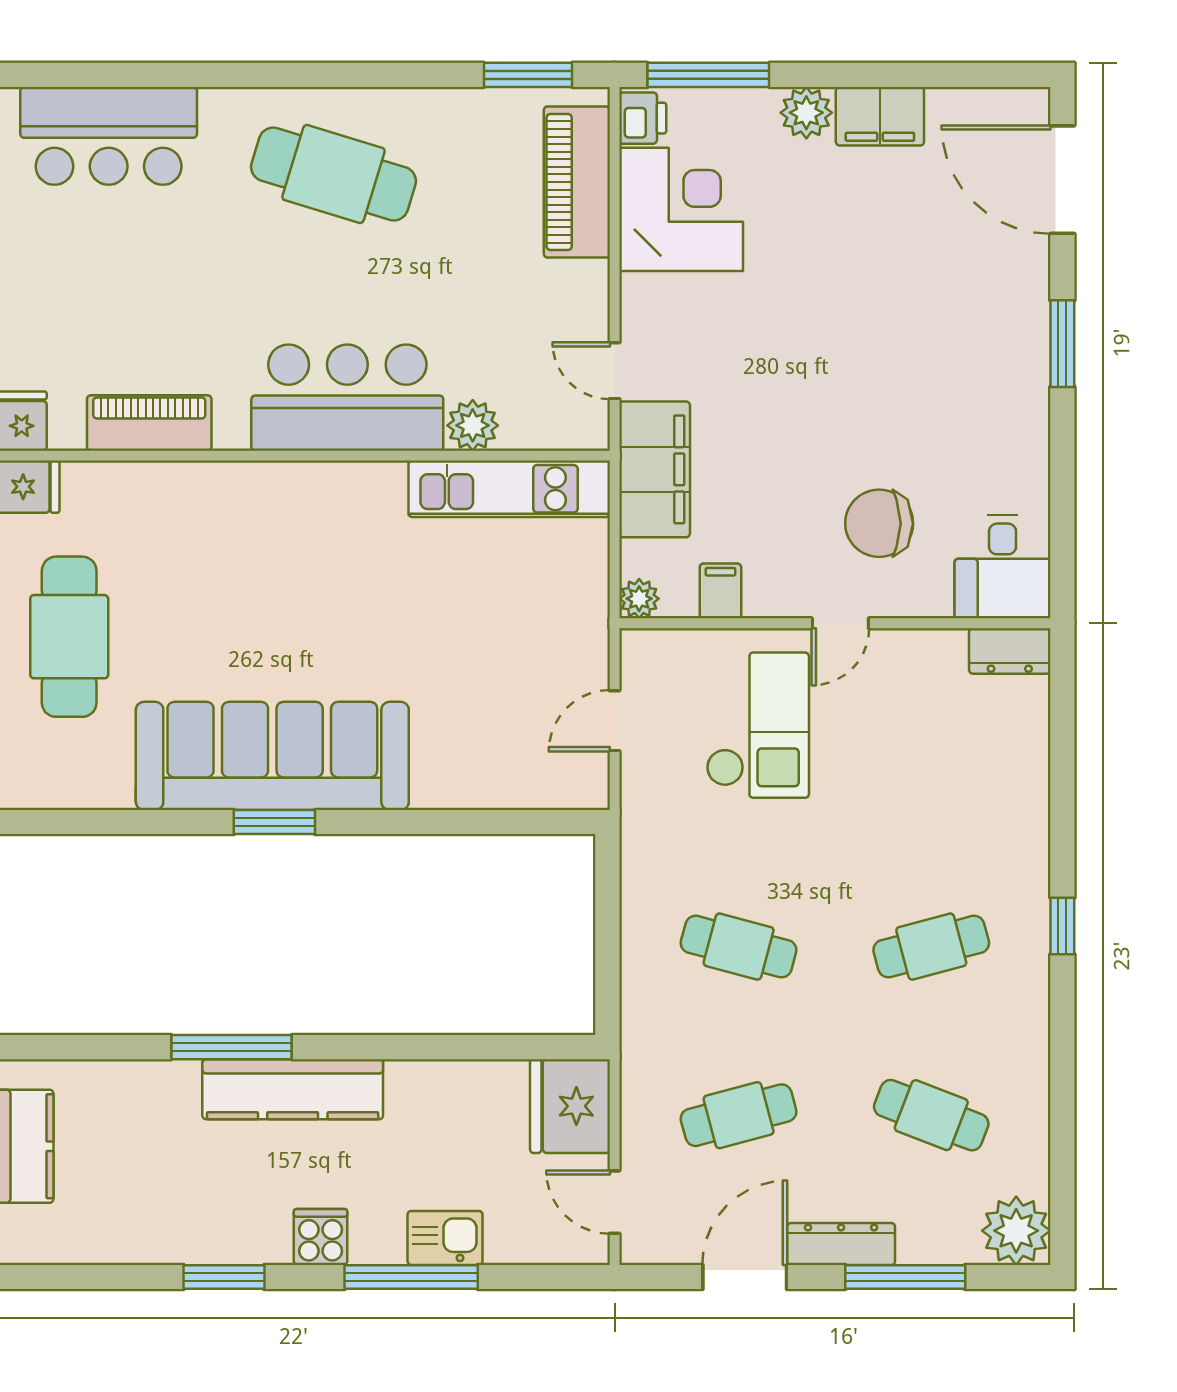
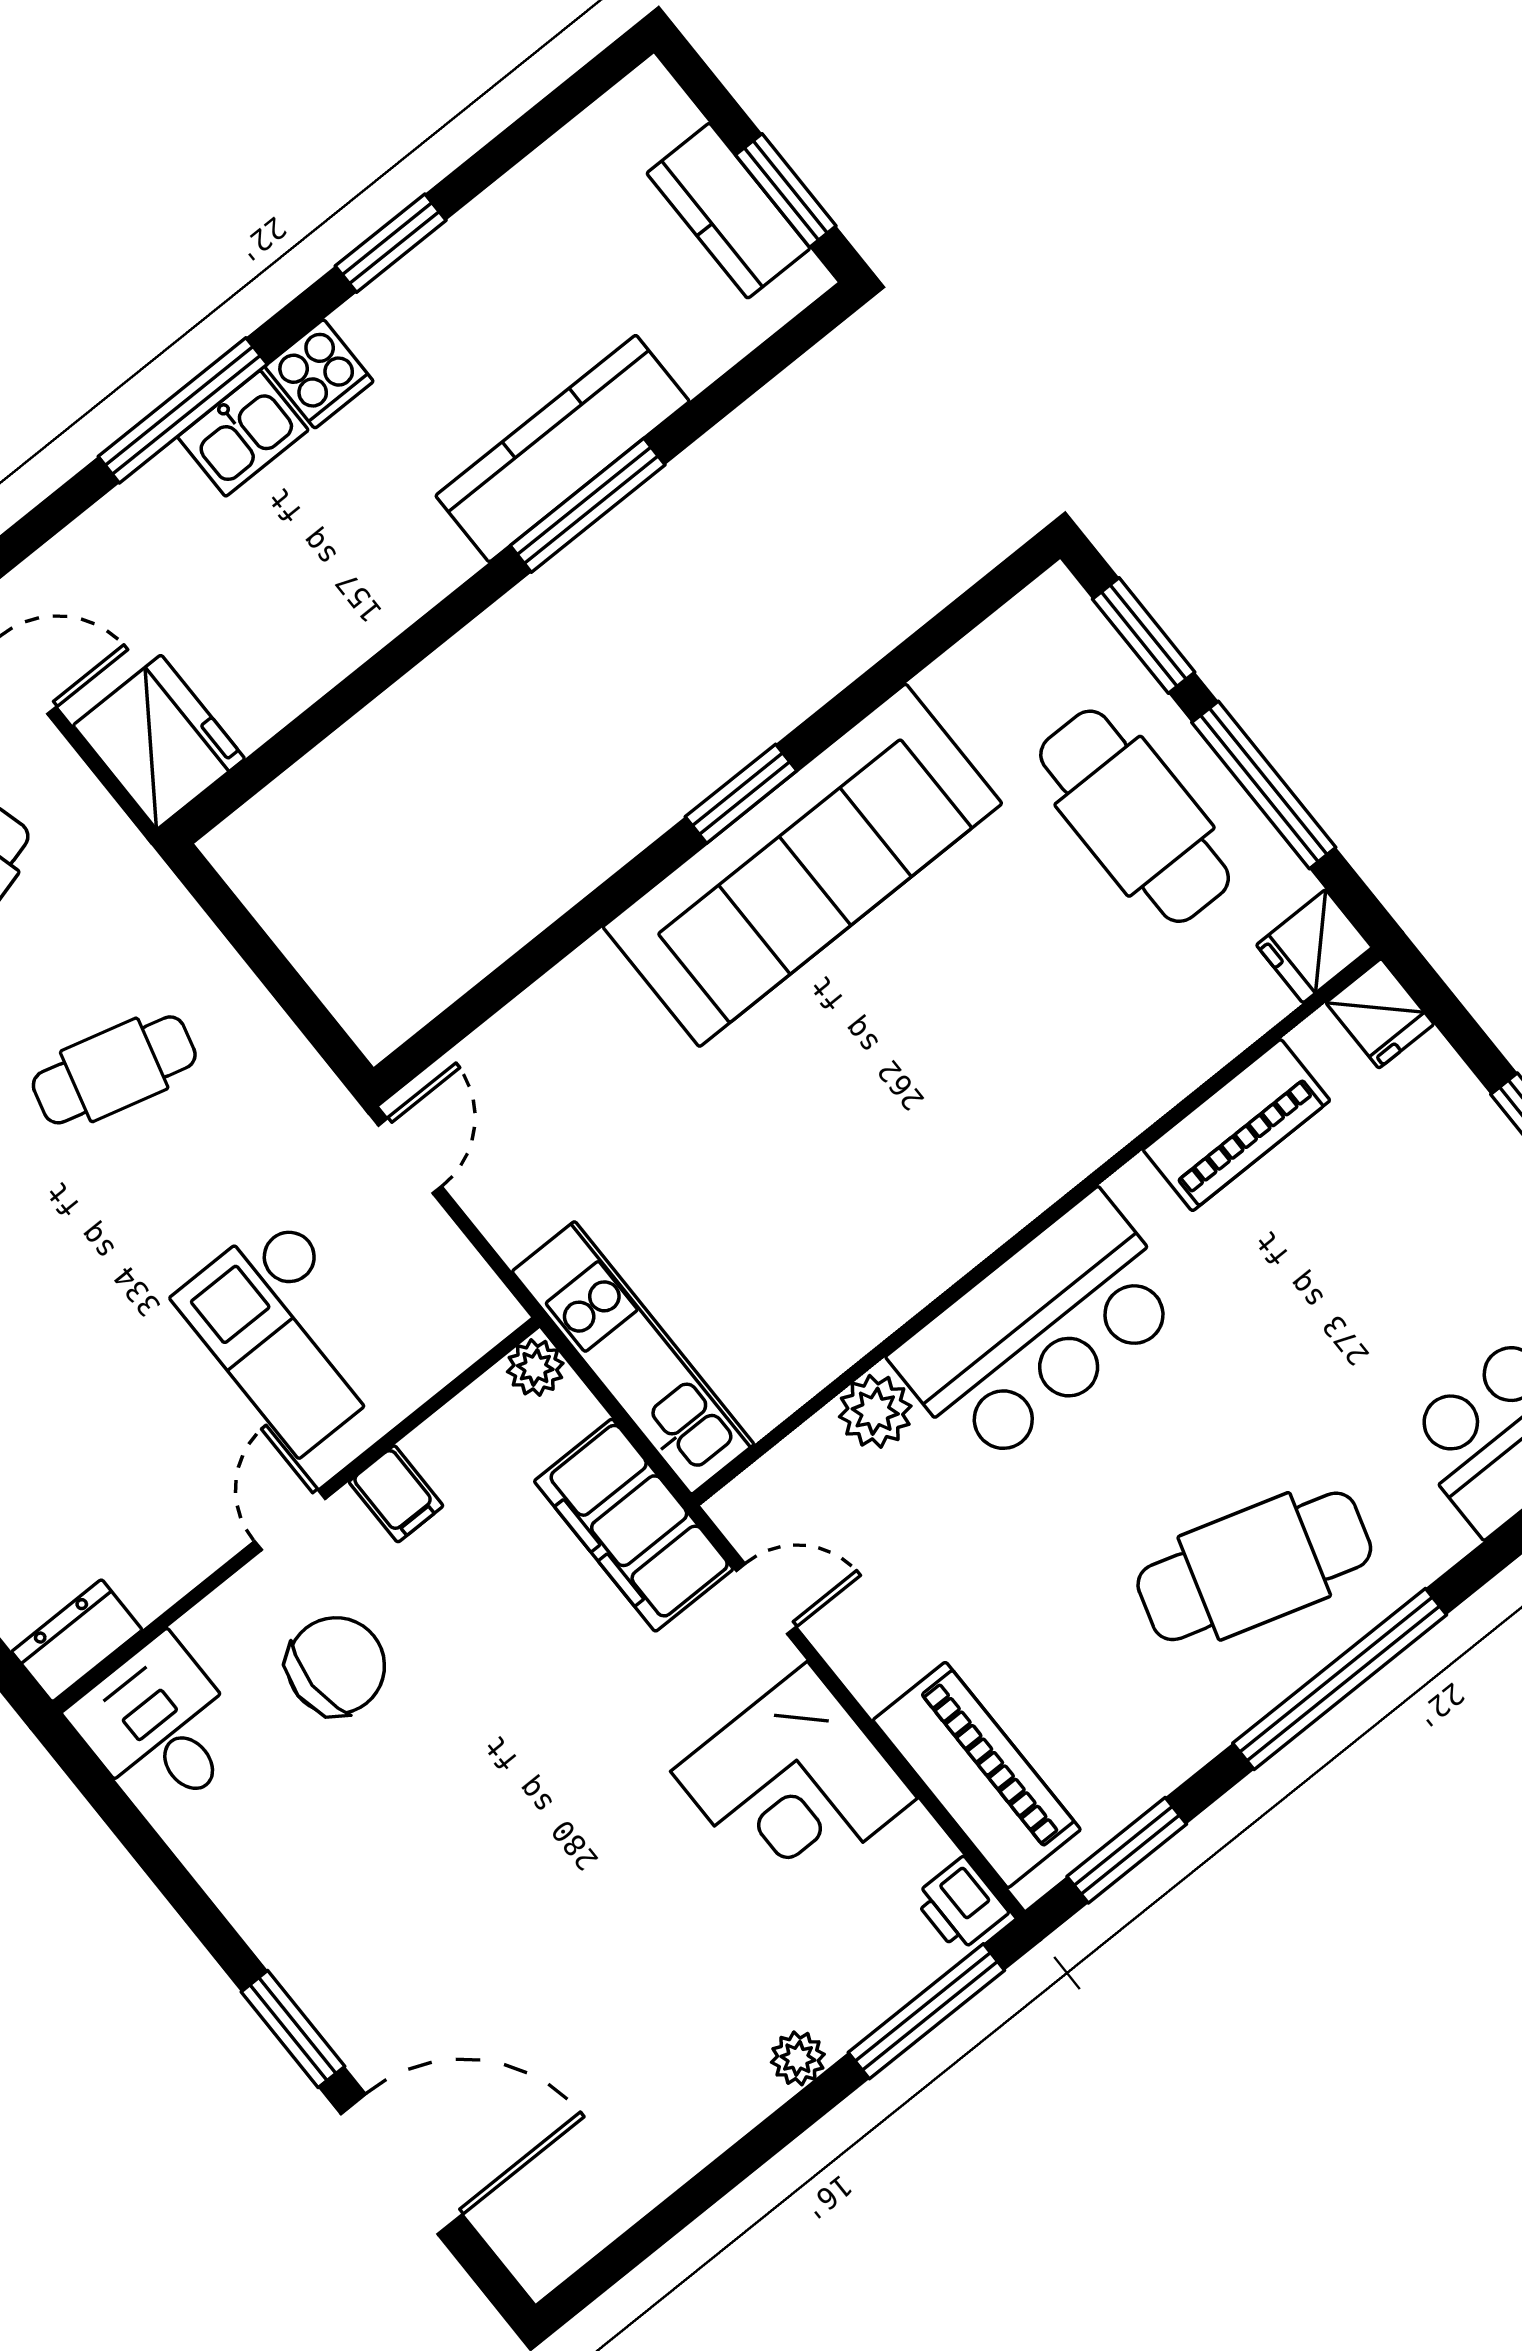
window: (336, 75) -> (1340, 1679), added
plant: (806, 113) -> (798, 2058), width x0.73, depth x0.73
filing cabinet: (880, 116) -> (699, 2119), removed
door: (1062, 180) -> (402, 2164), moved
corner desk: (681, 209) -> (794, 1785), moved
kitchen unit: (509, 489) -> (633, 1358), moved, turned 90
filing cabinet: (720, 591) -> (396, 1494), moved
door: (615, 721) -> (410, 1156), moved
kitchen counter: (293, 1089) -> (563, 448), moved
kitchen sink: (445, 1238) -> (243, 433), moved

